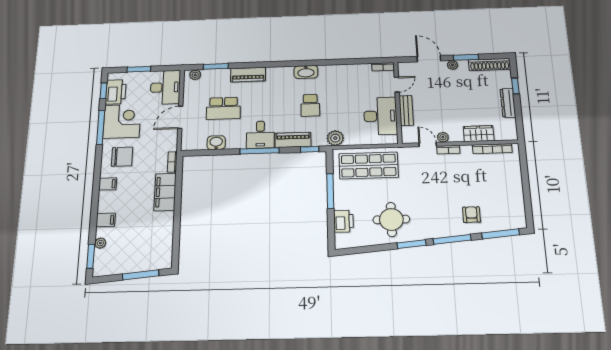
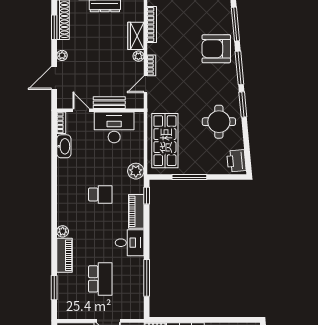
window: (466, 57) -> (54, 27), moved
washbasin: (306, 72) -> (64, 146), moved
plant: (195, 75) -> (63, 231), moved
plant: (443, 137) -> (138, 56), moved
washbasin: (216, 143) -> (137, 285), removed
window: (260, 151) -> (147, 278), moved
armchair: (471, 215) -> (216, 49), width x1.88, depth x1.88
printer: (343, 221) -> (236, 161), moved, turned -95

